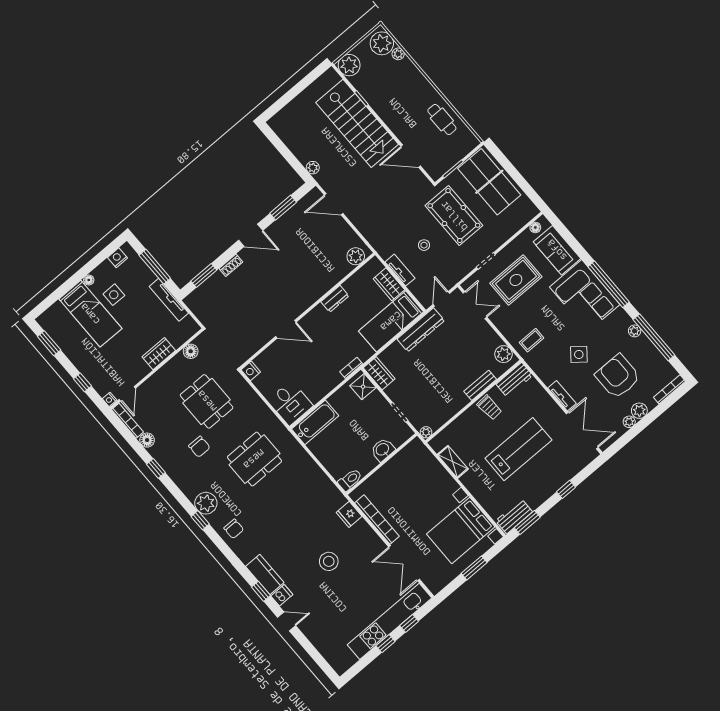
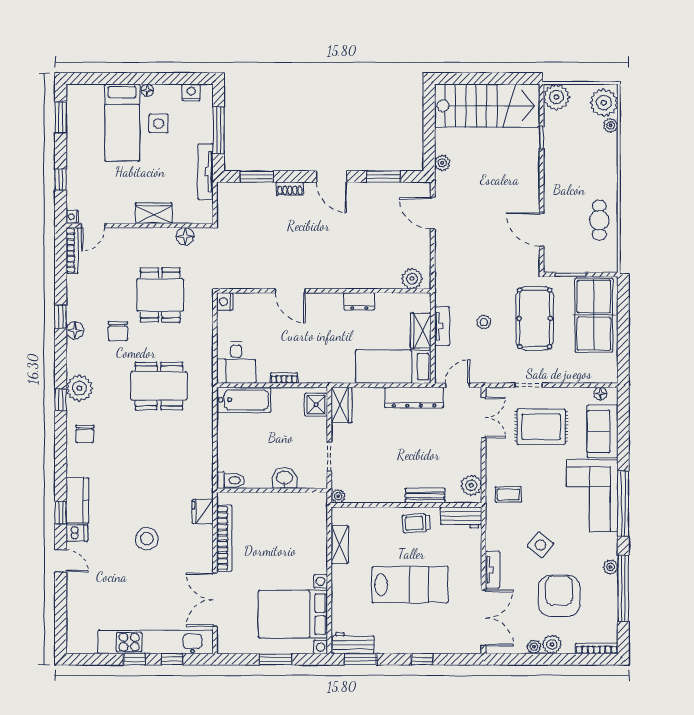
stairs: (357, 123) -> (487, 106), moved, turned -90
bookcase: (351, 368) -> (284, 378), moved
trolley: (489, 407) -> (416, 523), turned 90
floor lamp: (147, 440) -> (75, 330), moved

